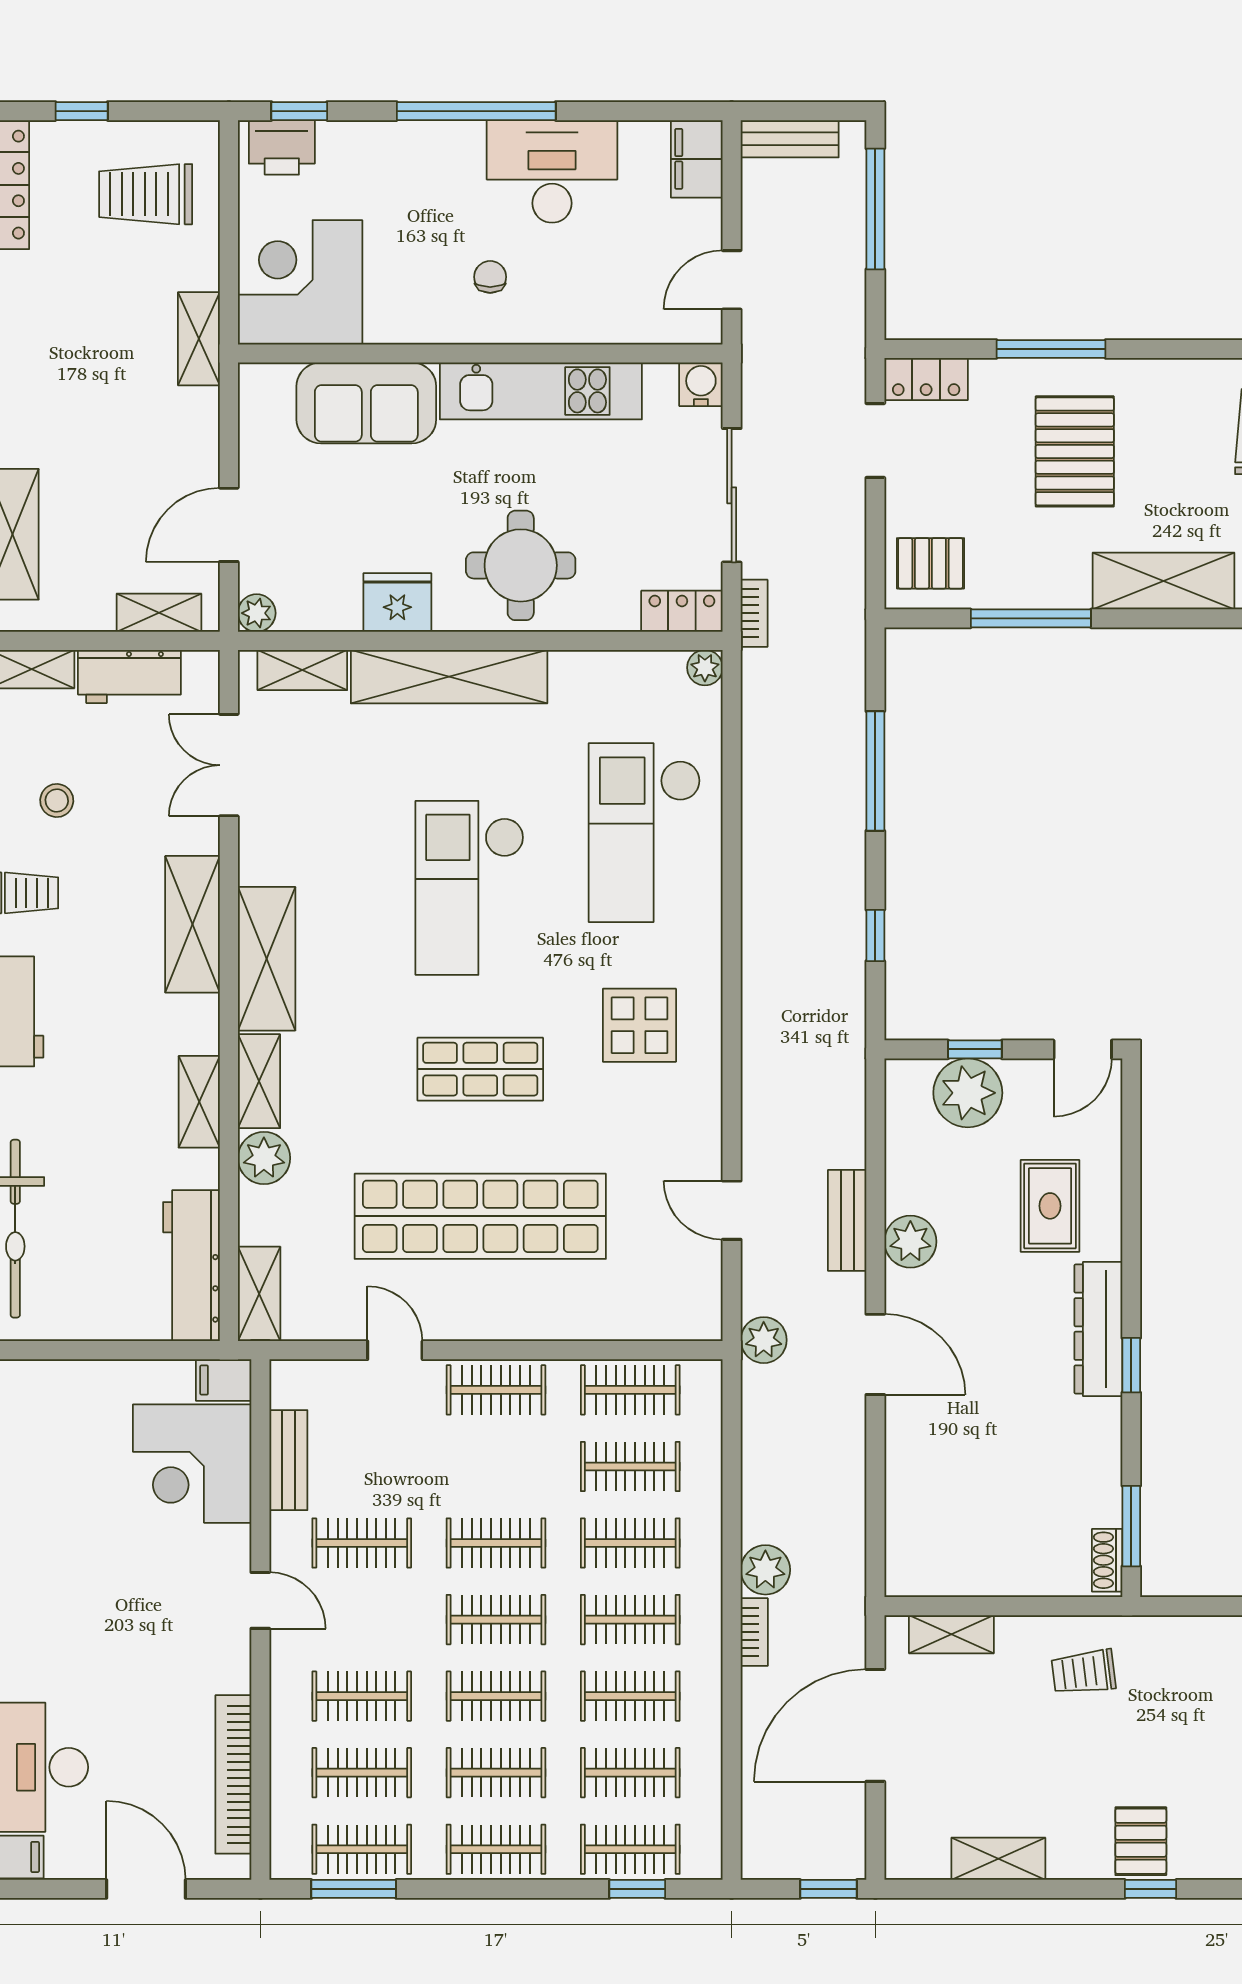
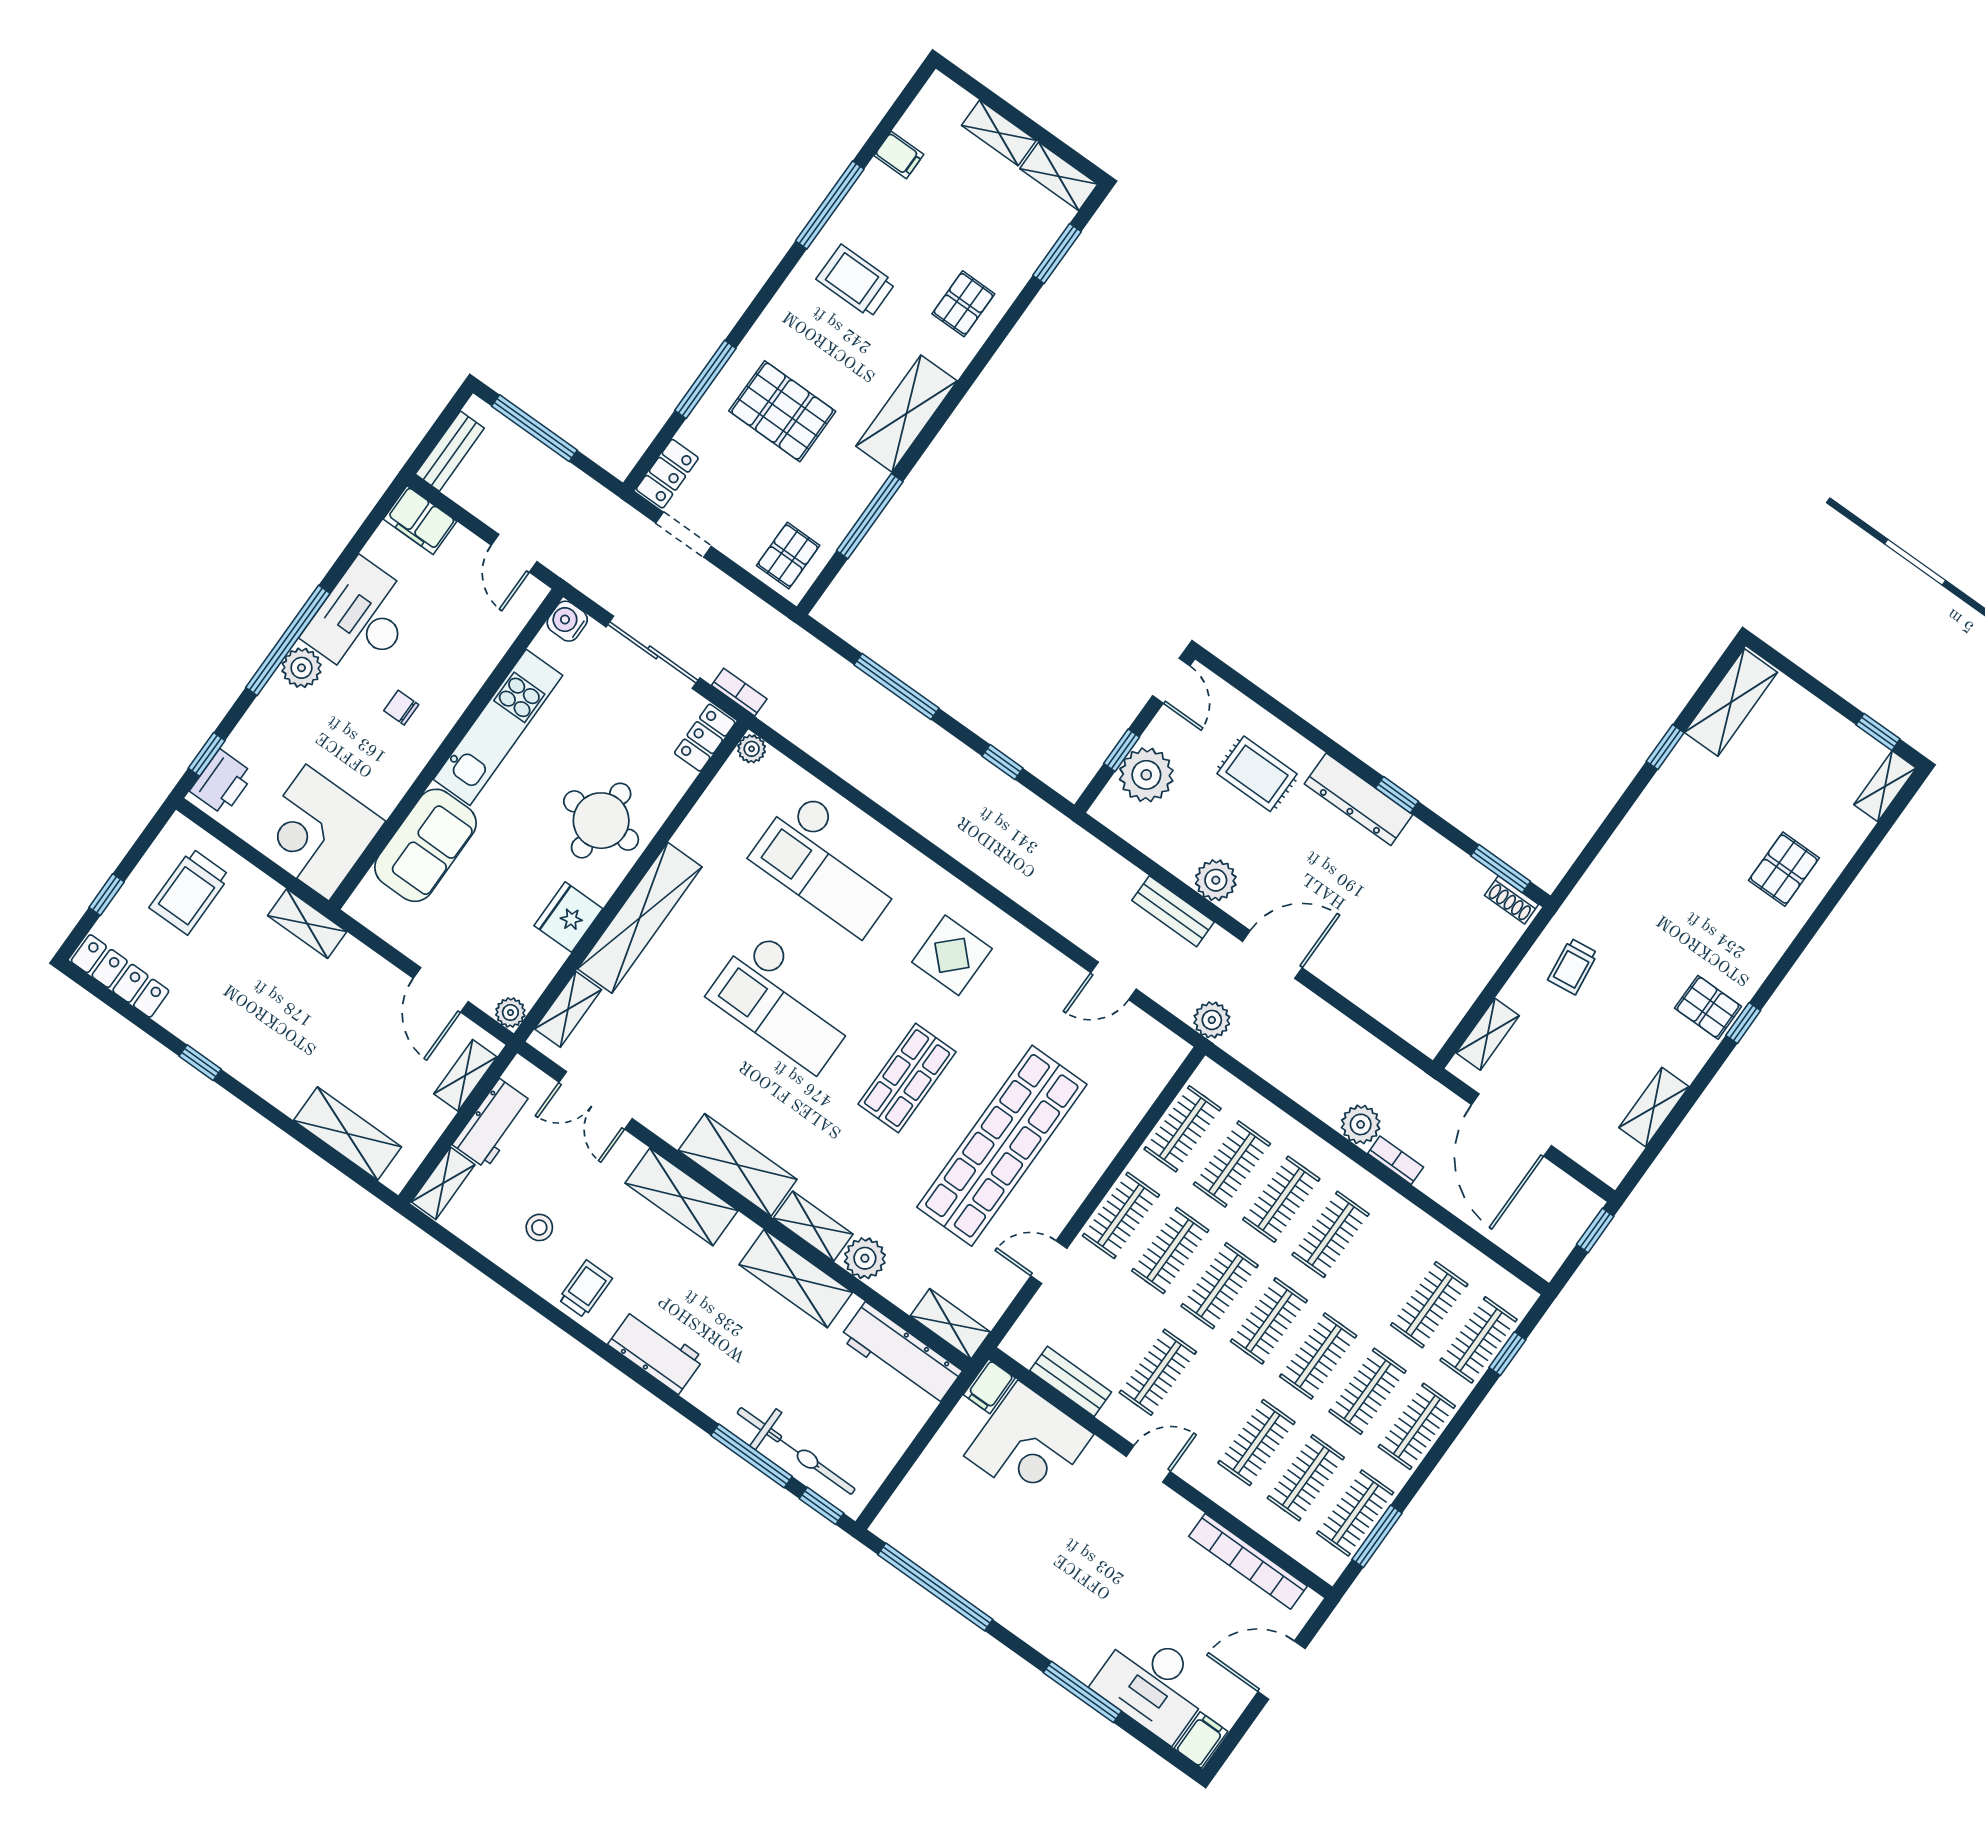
plant: (458, 145) -> (301, 668), added
shelving: (199, 1102) -> (796, 1279), width x1.50, depth x1.33
clothes rail: (630, 1696) -> (1170, 1251), moved

